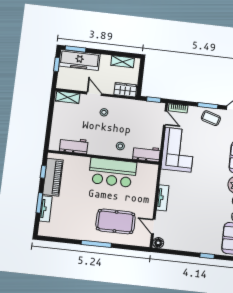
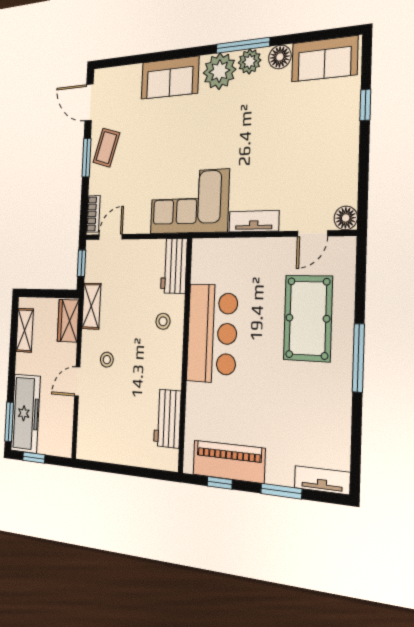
shelving: (68, 97) -> (91, 306), moved
corner sofa: (178, 150) -> (189, 202), moved
tv unit: (46, 209) -> (322, 480), moved

